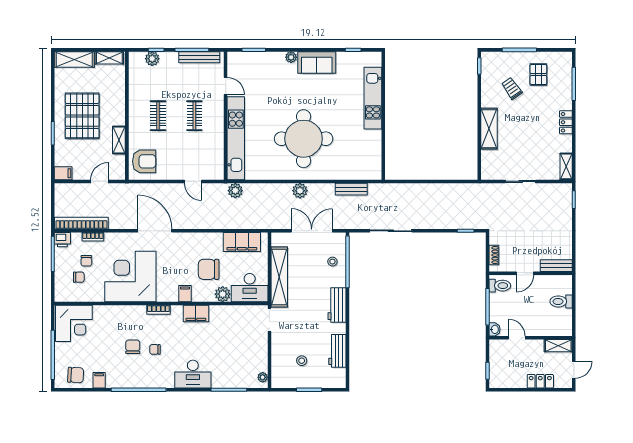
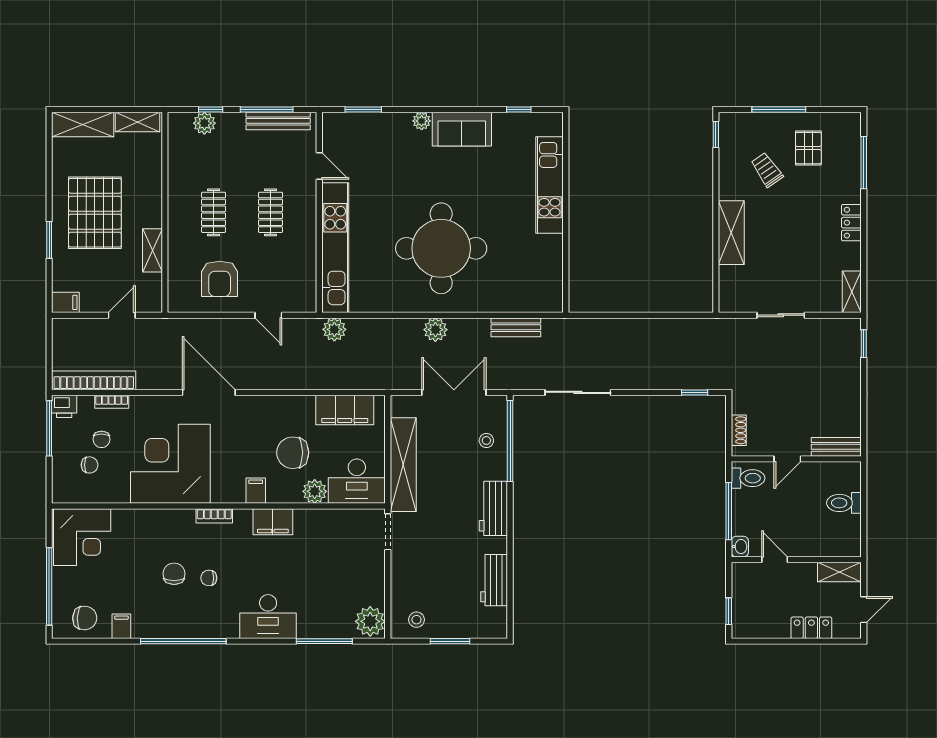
armchair: (144, 161) -> (220, 279), moved, turned 90
stool: (302, 361) -> (417, 620), moved
plant: (263, 377) -> (370, 621), width x1.87, depth x1.87

